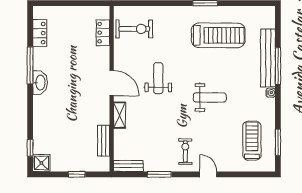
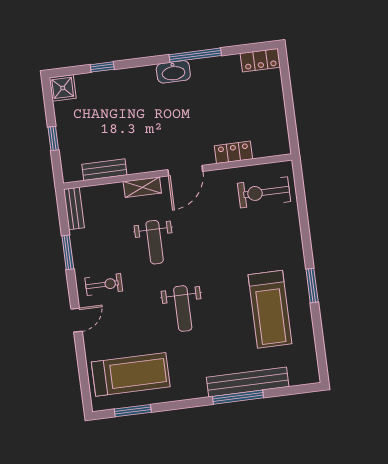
exercise bike: (134, 29) -> (264, 192), turned 90
locker: (40, 33) -> (260, 60), moved
locker: (103, 33) -> (233, 152), moved
weight bench: (158, 78) -> (155, 242), moved, turned 90
water cooler: (271, 93) -> (200, 392), removed
treadmill: (252, 141) -> (131, 374), width x1.37, depth x1.38
window: (30, 148) -> (102, 67), moved

